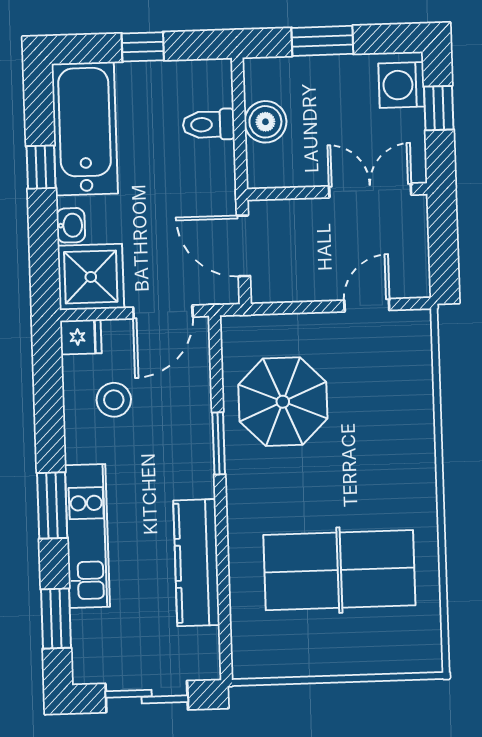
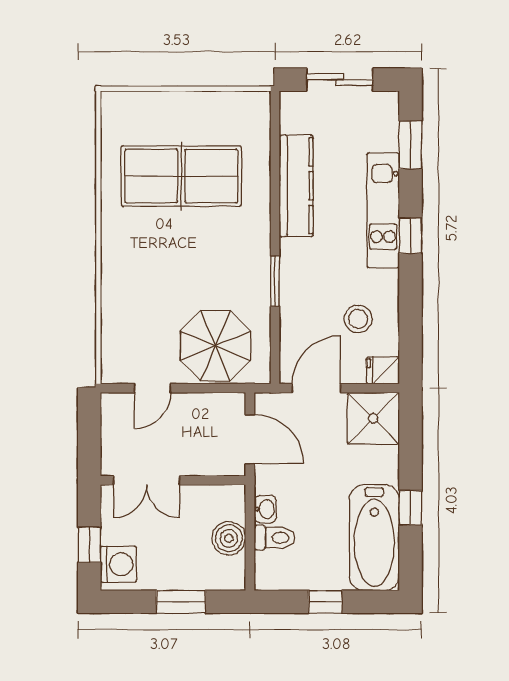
washbasin: (71, 225) -> (265, 509), moved, turned 180
parasol: (283, 402) -> (215, 346), moved
window: (52, 505) -> (410, 236), width x0.67

